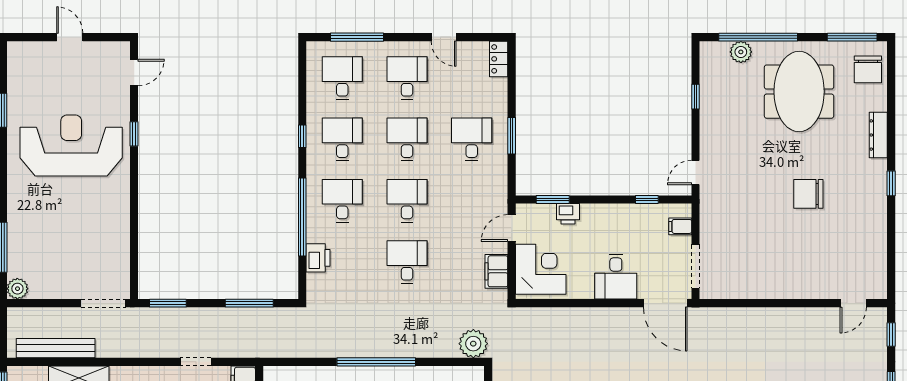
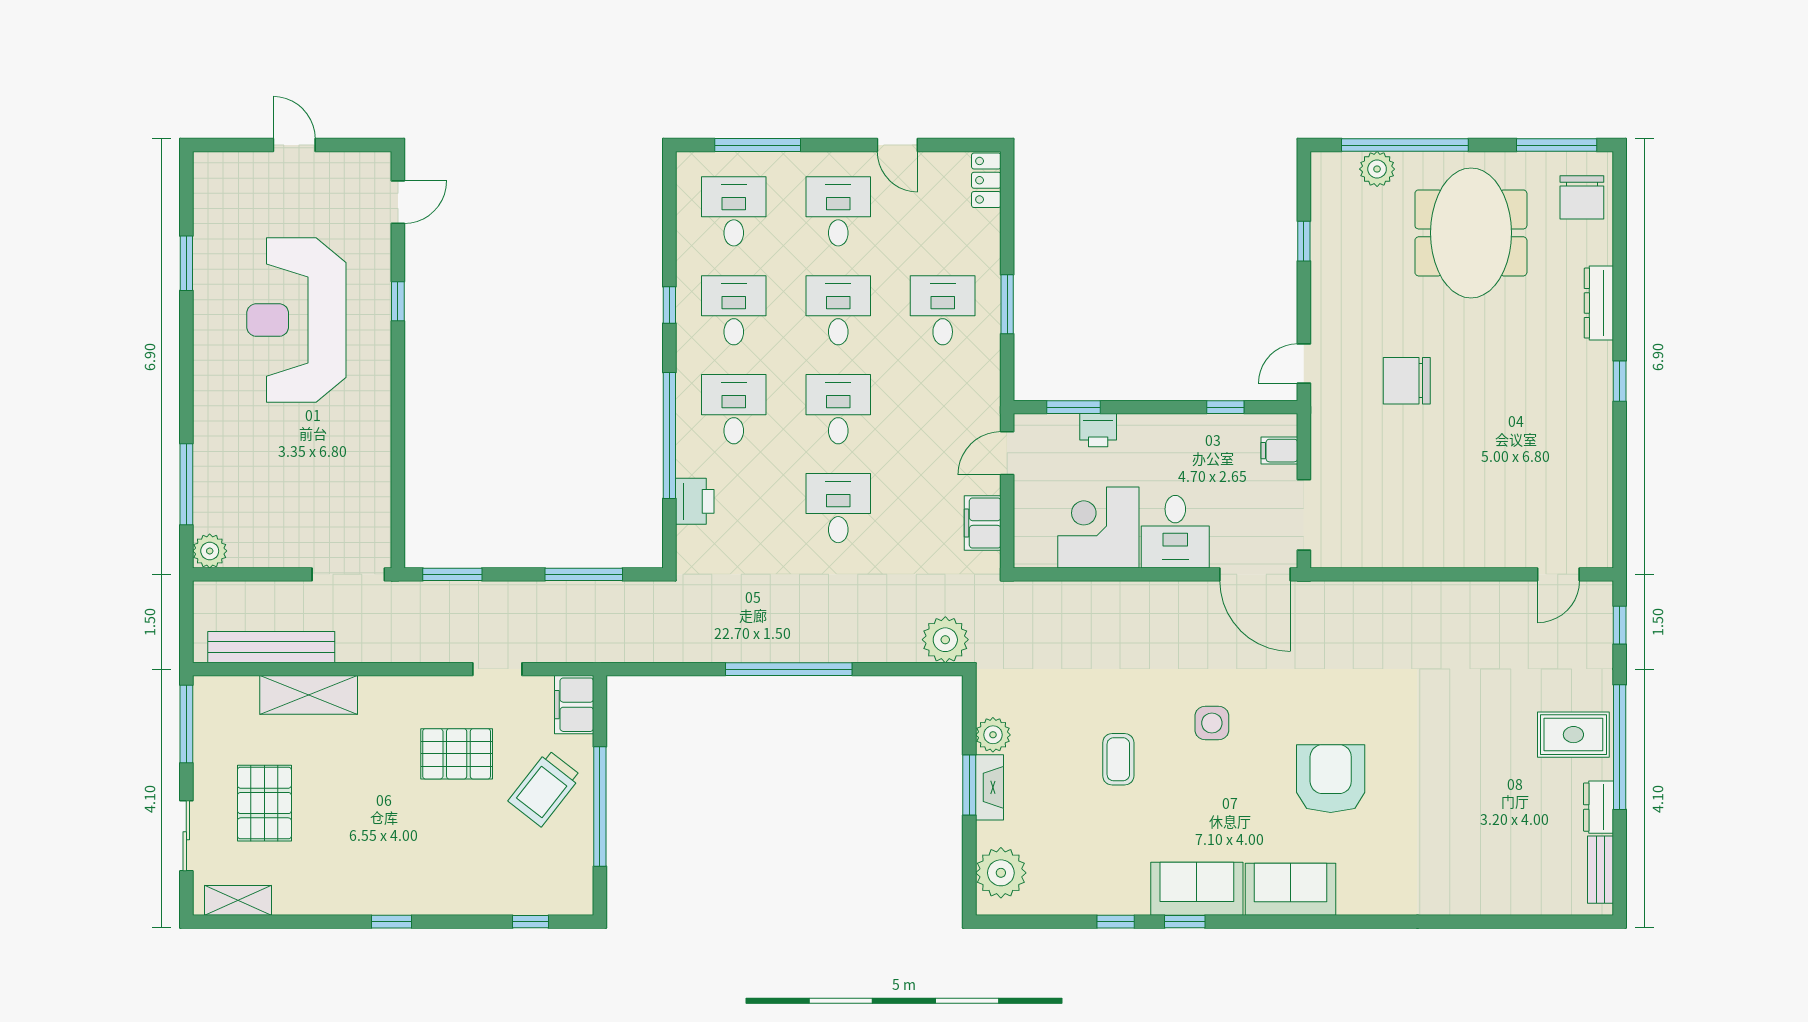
reception desk: (71, 146) -> (296, 320), turned -90
chair: (808, 194) -> (1407, 381), moved
corner desk: (541, 269) -> (1098, 528), moved, turned -90

